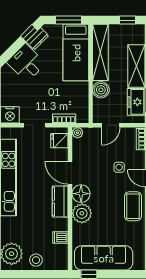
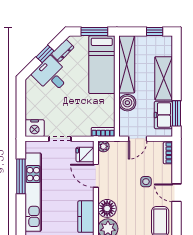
window: (29, 33) -> (45, 54), moved
bookcase: (64, 119) -> (103, 132), moved
door: (70, 173) -> (96, 176), moved

